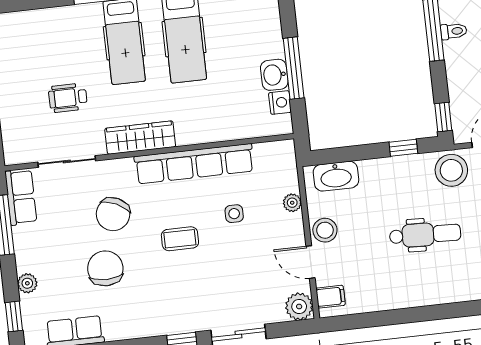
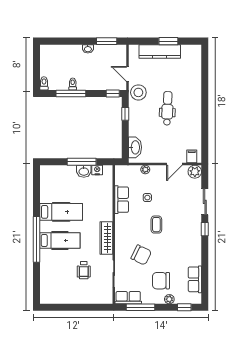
row of seats: (194, 164) -> (122, 200), width x0.50
stool: (325, 230) -> (160, 155), removed
chair: (105, 268) -> (161, 281), moved

